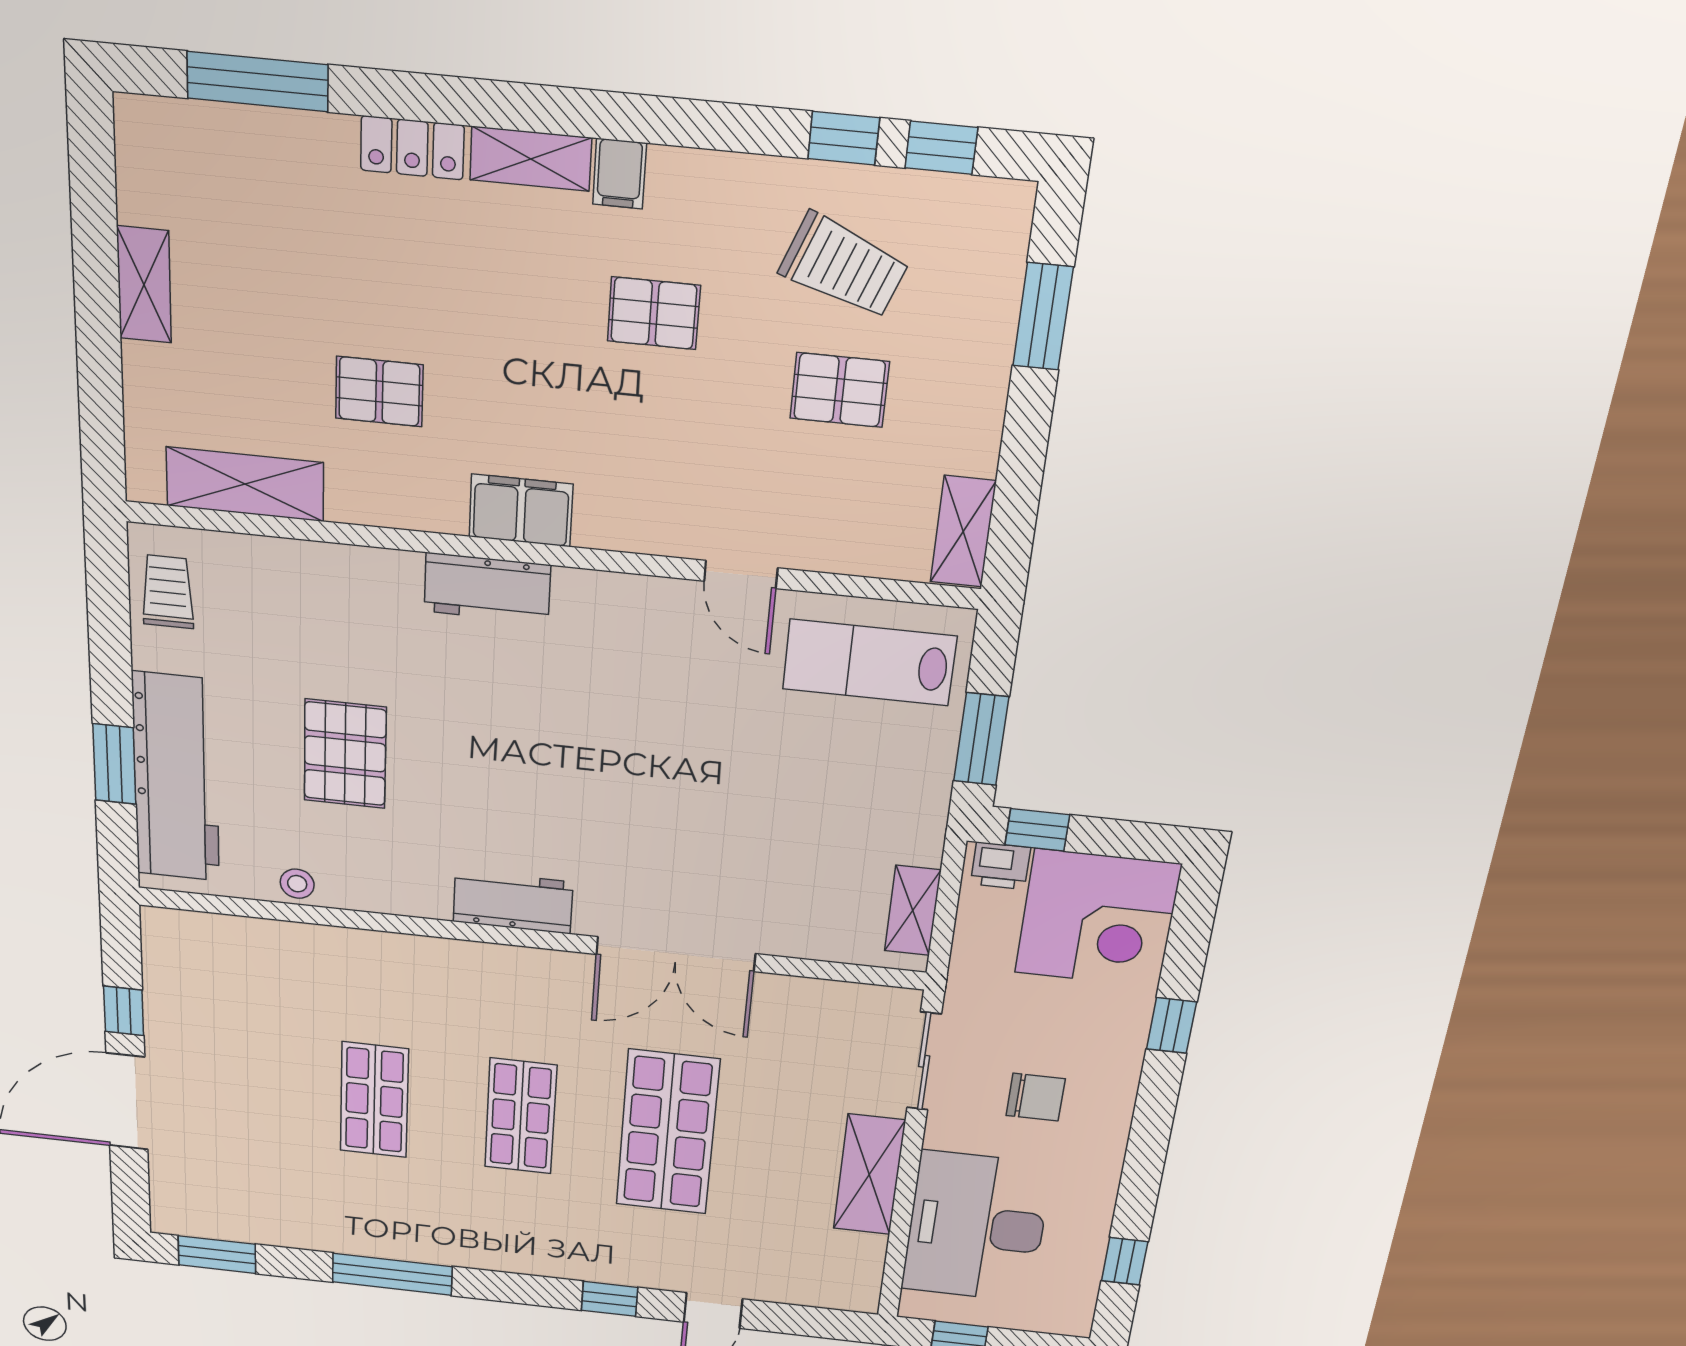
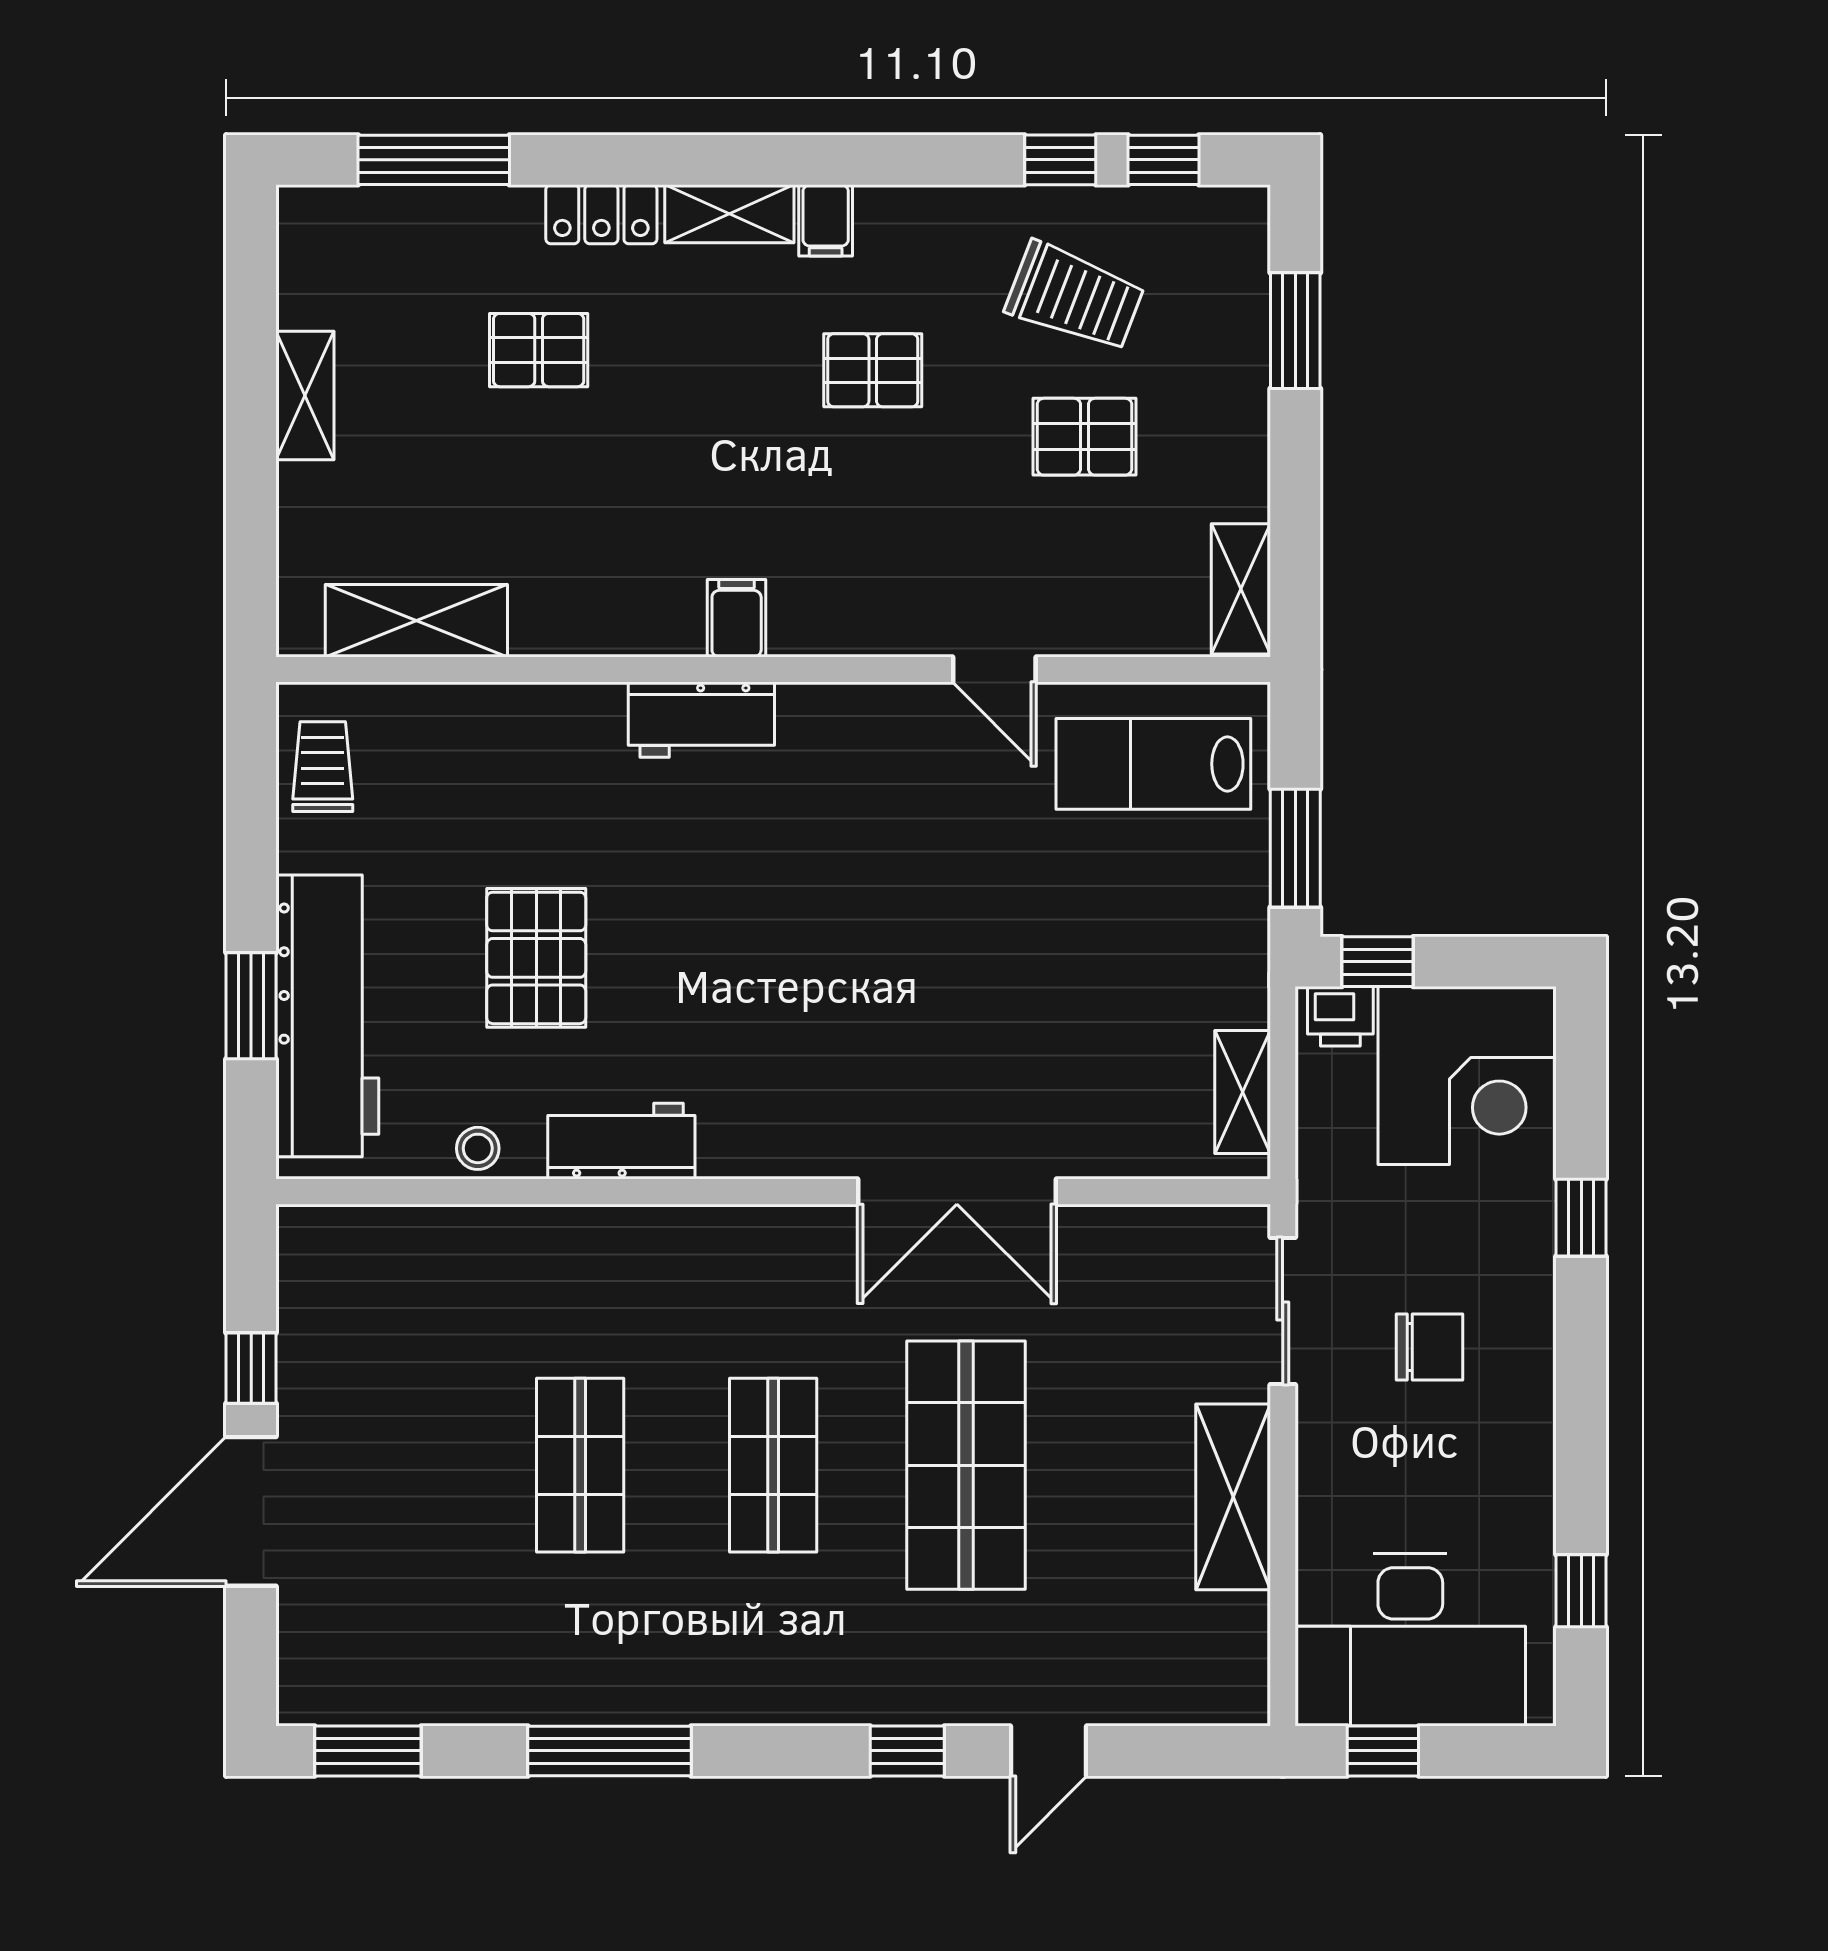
pallet: (379, 392) -> (539, 350), moved
filing cabinet: (521, 510) -> (737, 618), width x0.50
workbench: (513, 902) -> (621, 1141), moved
desk: (976, 1227) -> (1410, 1640), moved, turned -90

